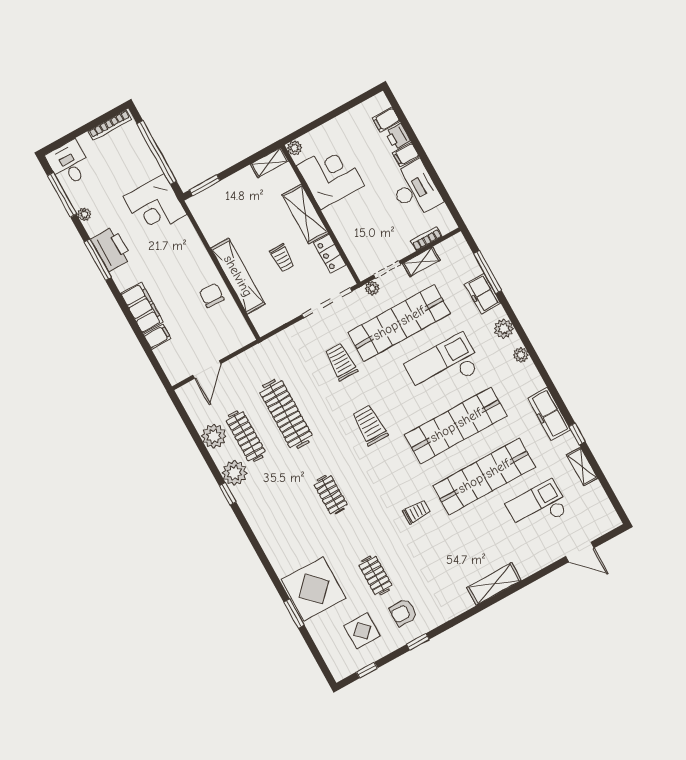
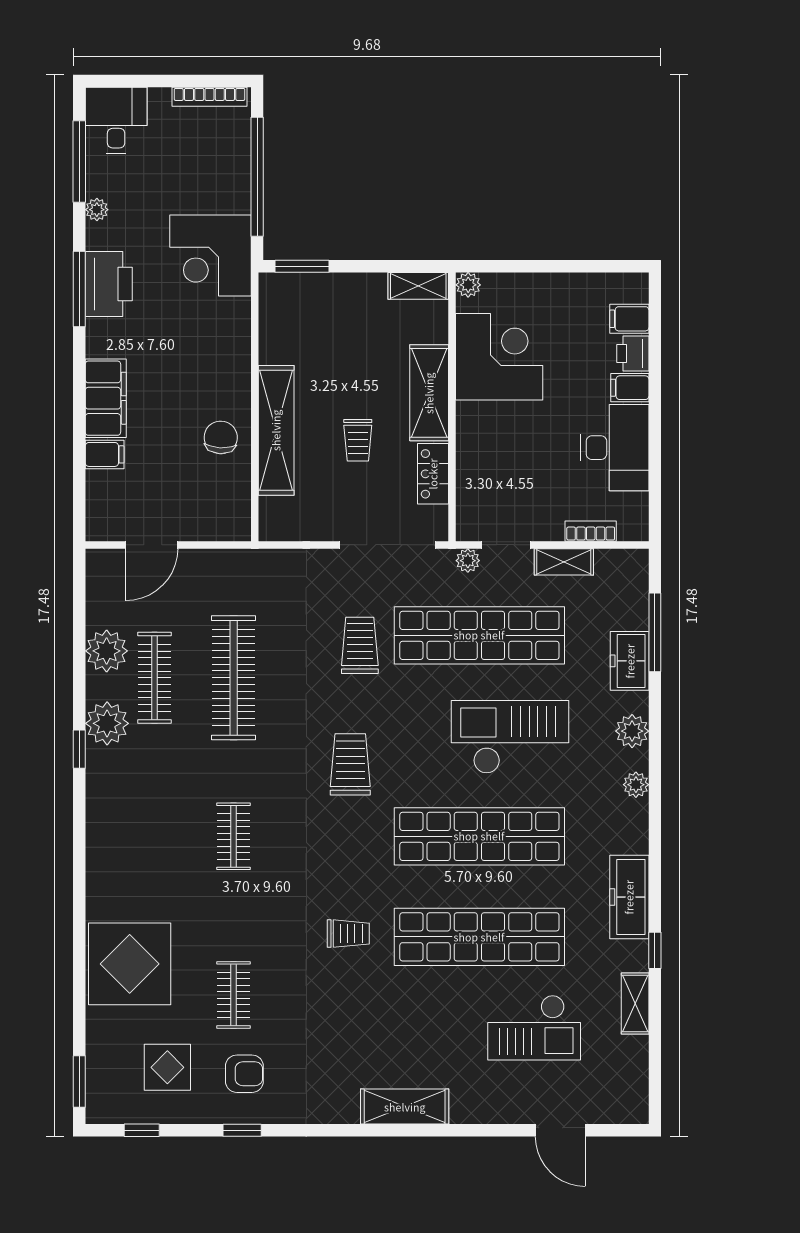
checkout: (538, 507) -> (534, 1028), turned 180
armchair: (403, 612) -> (244, 1074), turned 180
window: (294, 614) -> (79, 1082), moved

